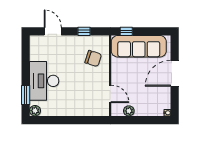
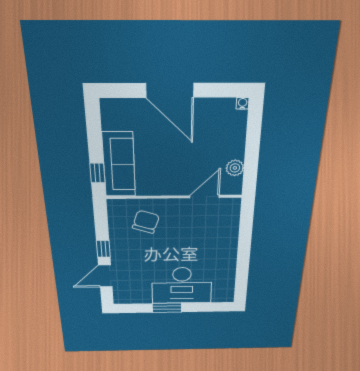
window: (84, 31) -> (103, 249), moved
sofa: (139, 46) -> (119, 165), width x0.74, depth x0.79
window: (26, 95) -> (167, 308), moved
plant: (35, 111) -> (226, 296), removed

